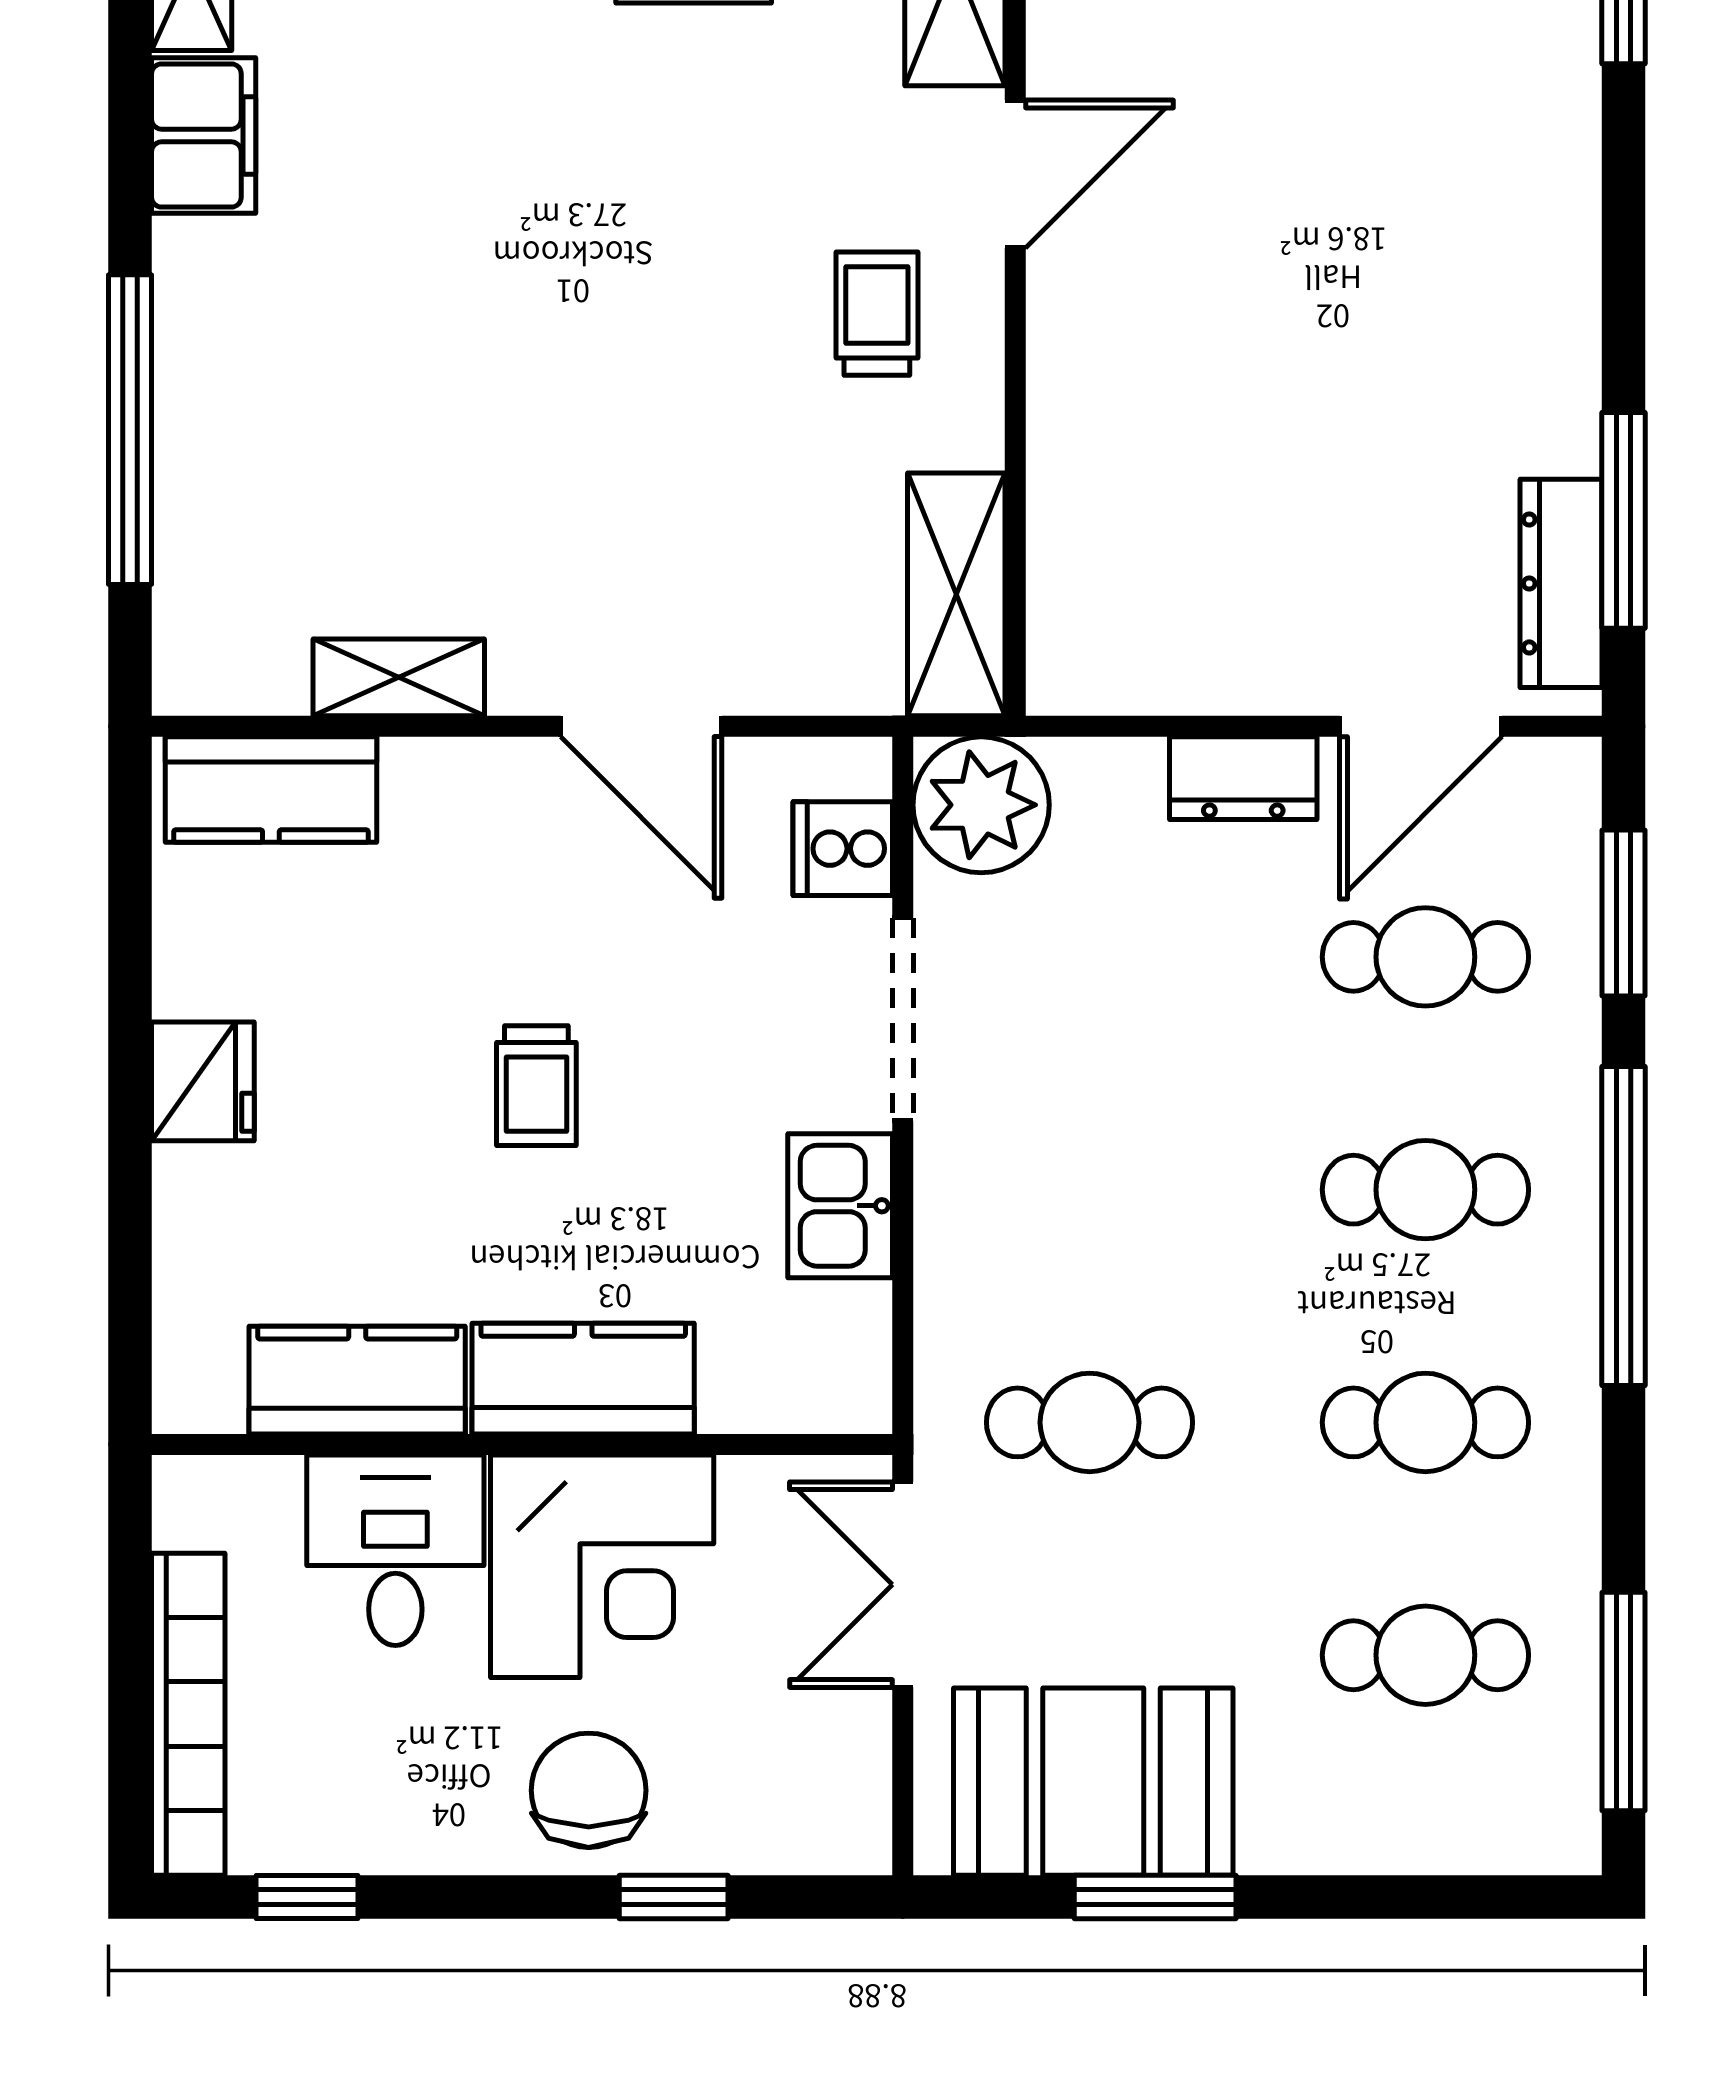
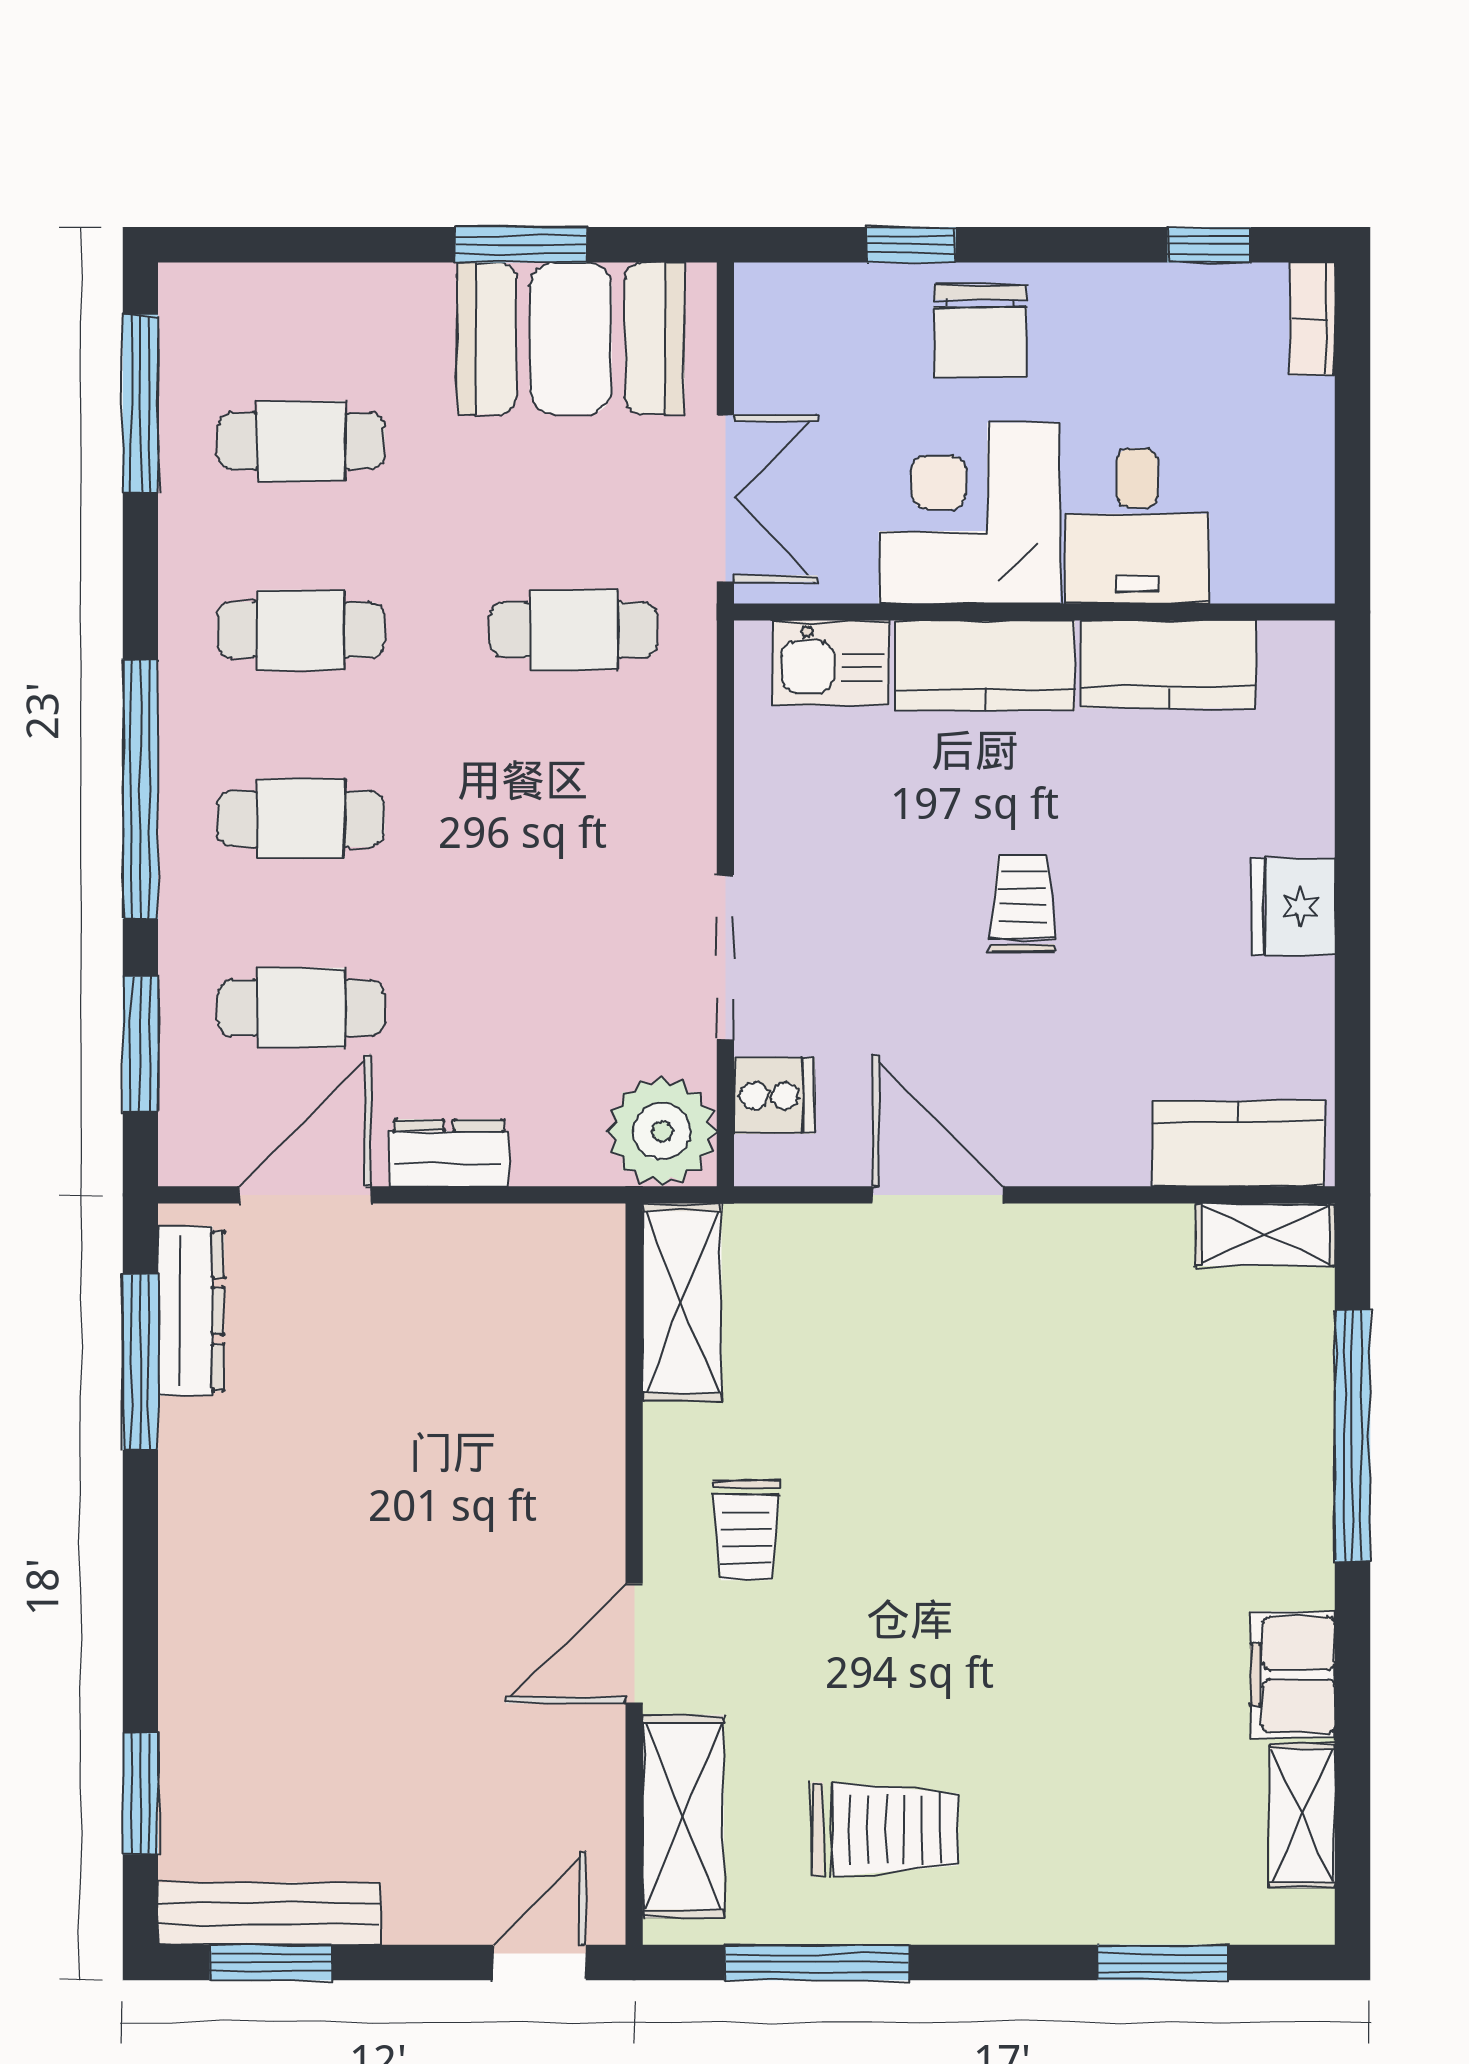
shelving: (399, 677) -> (1265, 1235), moved
kitchen sink: (840, 1206) -> (831, 663), moved, turned 90
bookcase: (188, 1714) -> (1312, 319), width x0.43, depth x0.76

